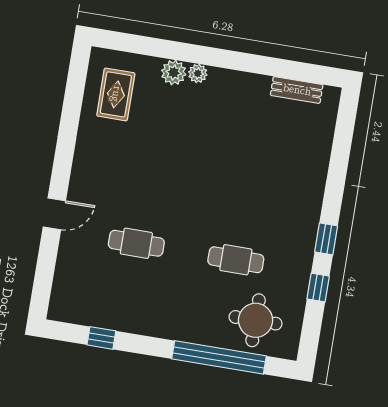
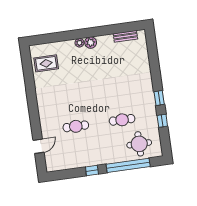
plant: (174, 73) -> (91, 43), moved
rug: (116, 94) -> (46, 63), turned 90
door: (54, 214) -> (38, 146), moved
window: (101, 338) -> (92, 170), moved

